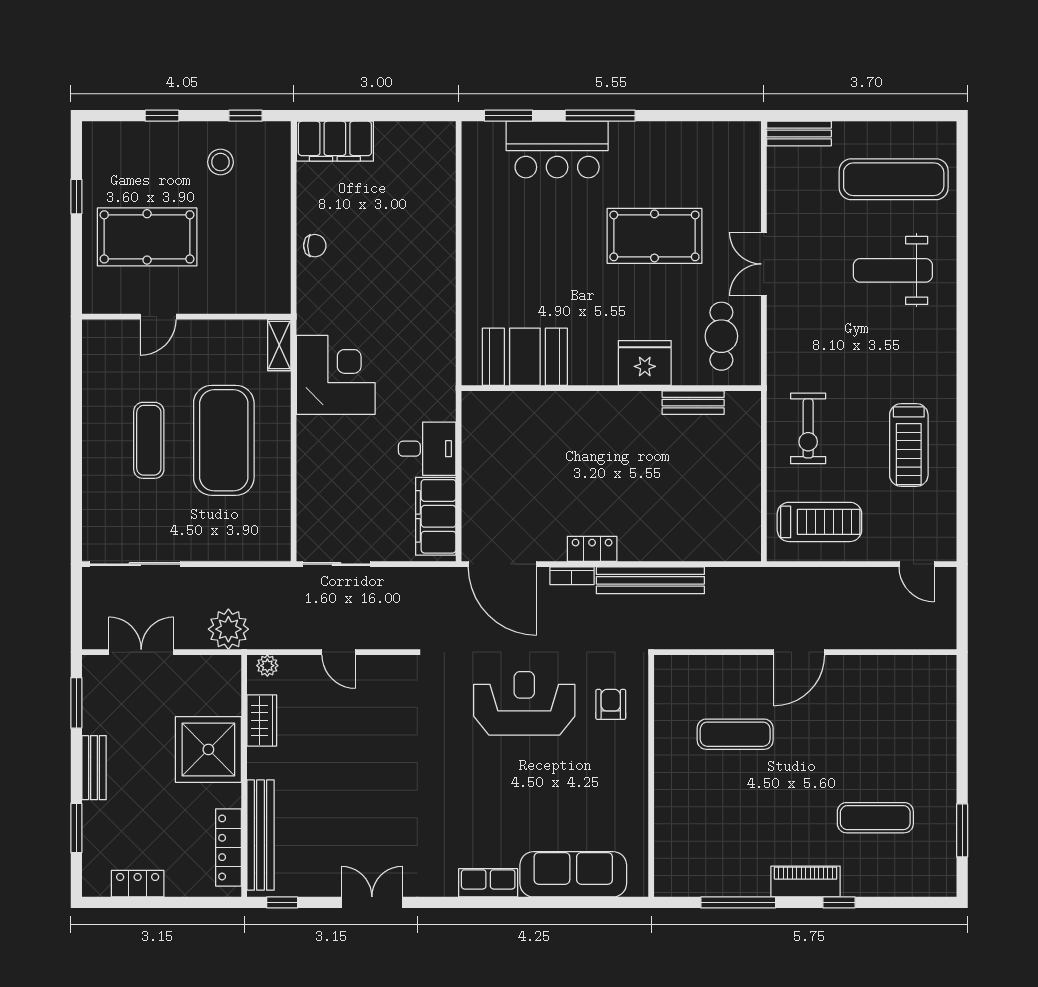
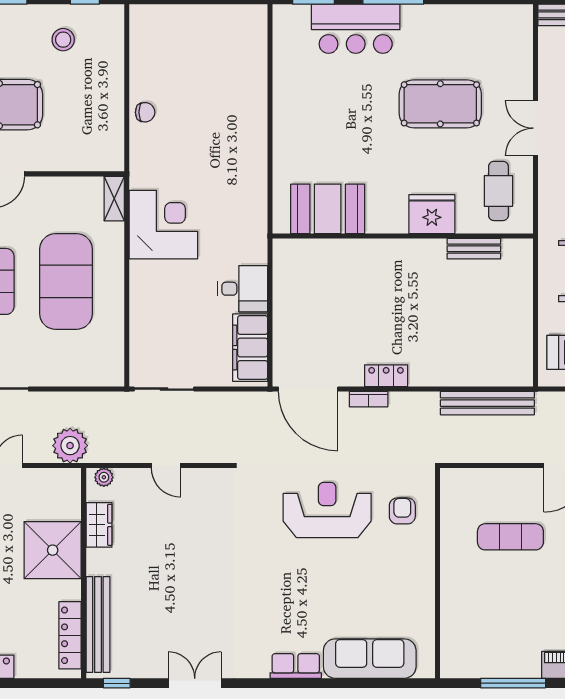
filing cabinet: (335, 141) -> (163, 22), removed
bench: (650, 580) -> (487, 403), moved

